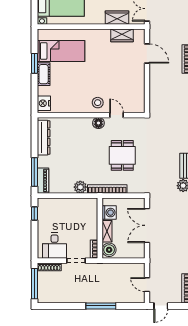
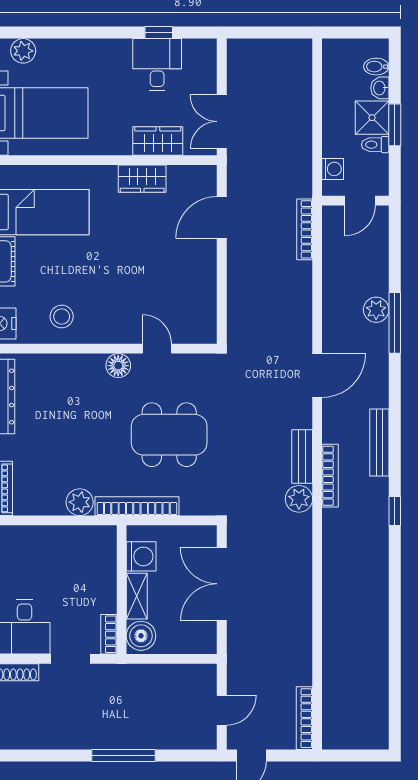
wardrobe: (122, 35) -> (142, 179), moved
door: (147, 53) -> (222, 217), swing flipped
stool: (98, 103) -> (62, 317), moved
dining table: (122, 155) -> (169, 435), width x1.38
door: (147, 285) -> (222, 710), swing flipped

